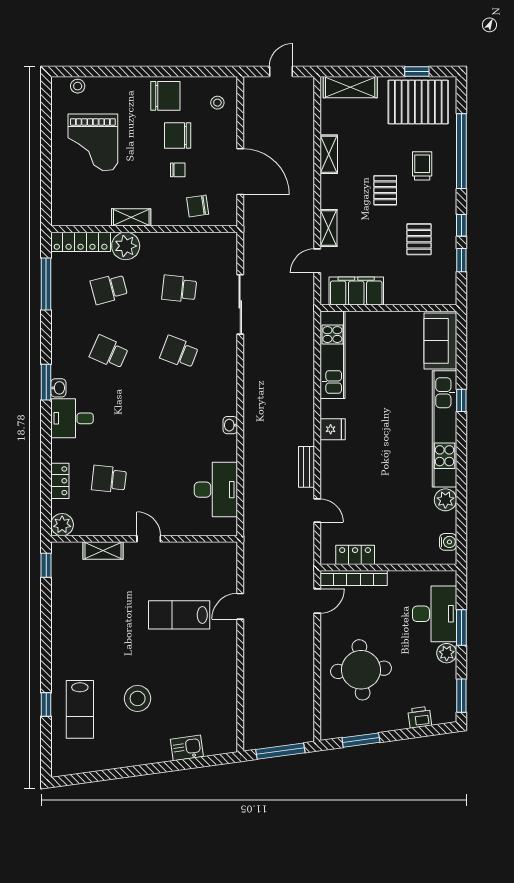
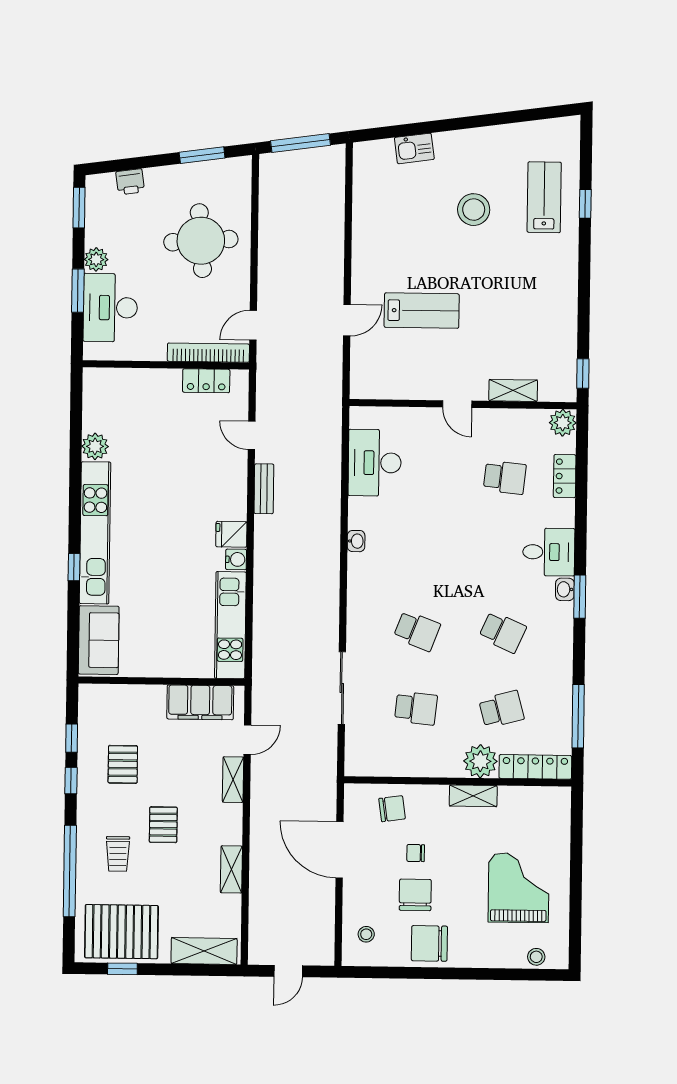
chair: (178, 135) -> (415, 895), turned -90
water cooler: (448, 542) -> (236, 559), moved, turned 180

